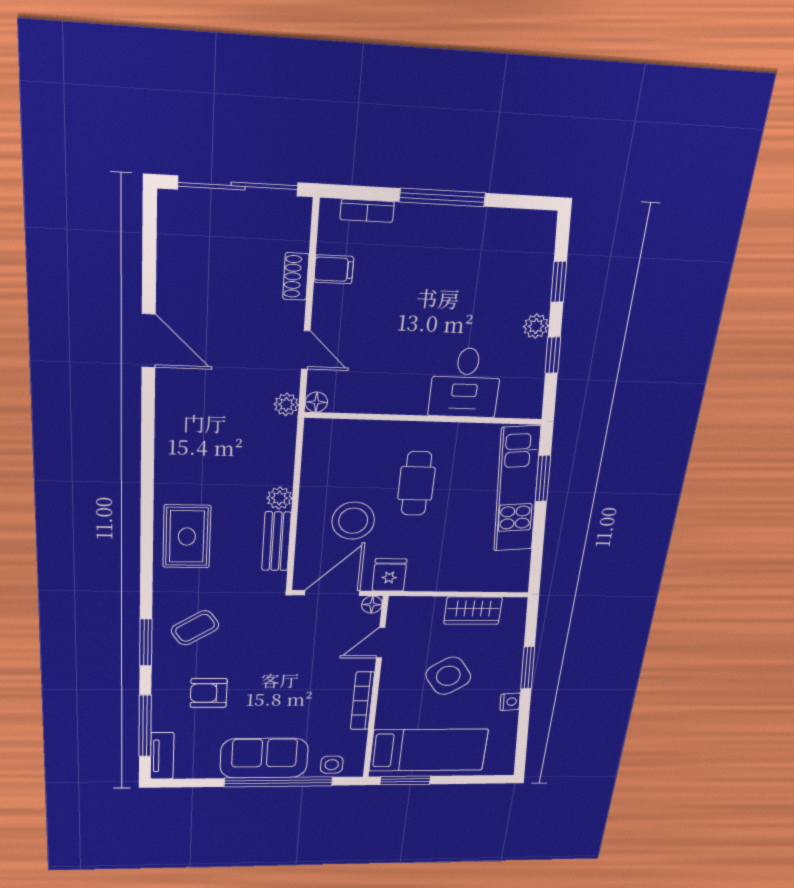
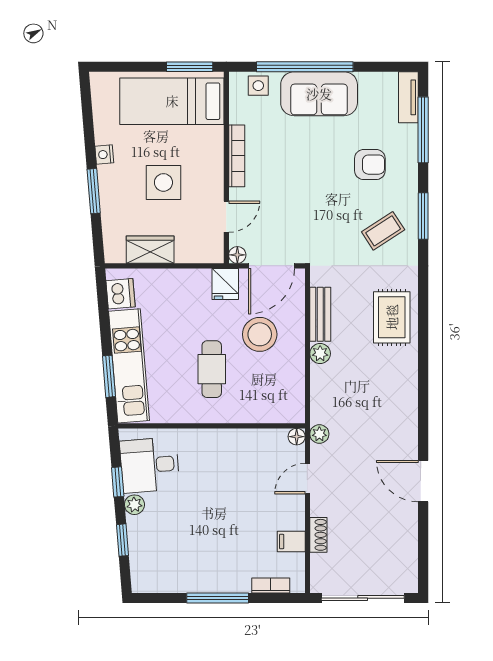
door: (306, 350) -> (307, 479), hinge flipped
desk: (465, 383) -> (150, 465), moved, turned -95
dishwasher: (514, 566) -> (121, 294), added
side table: (448, 676) -> (163, 182), turned 34

